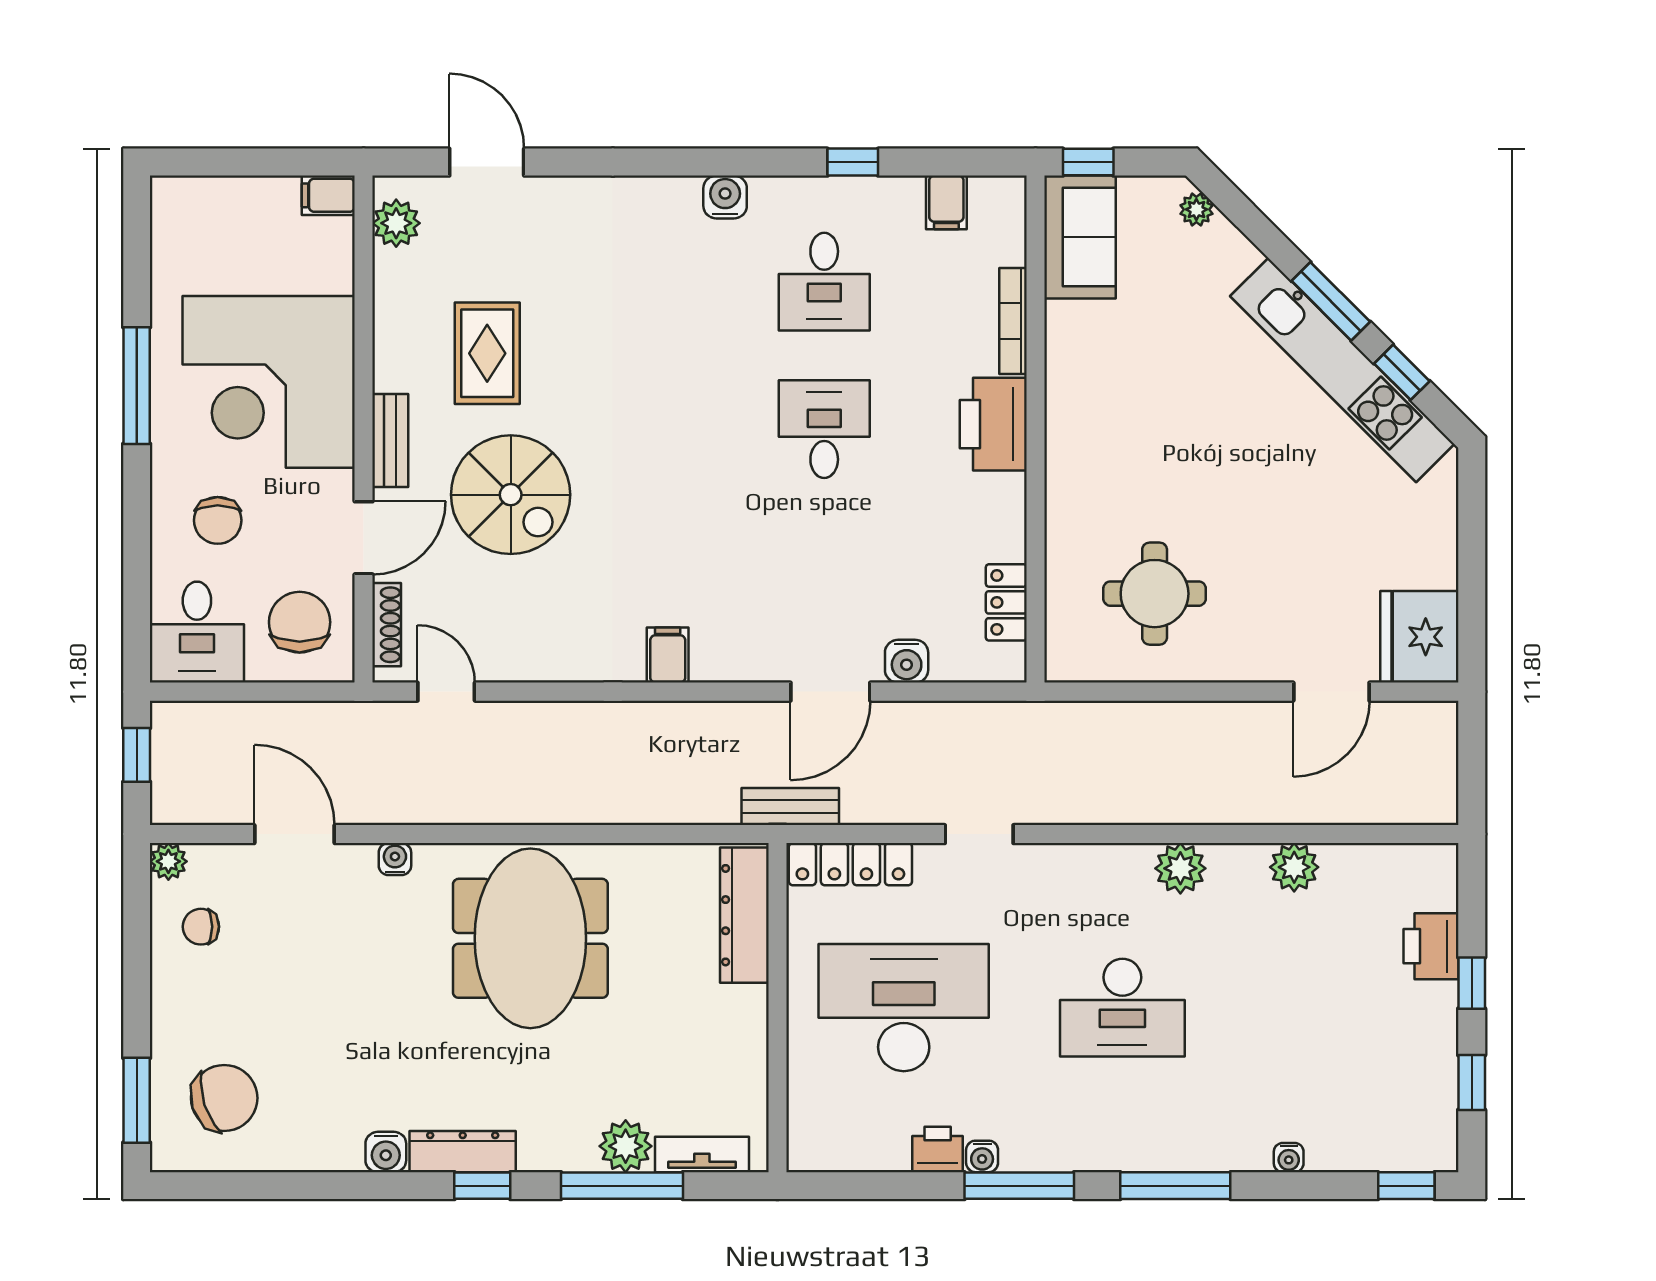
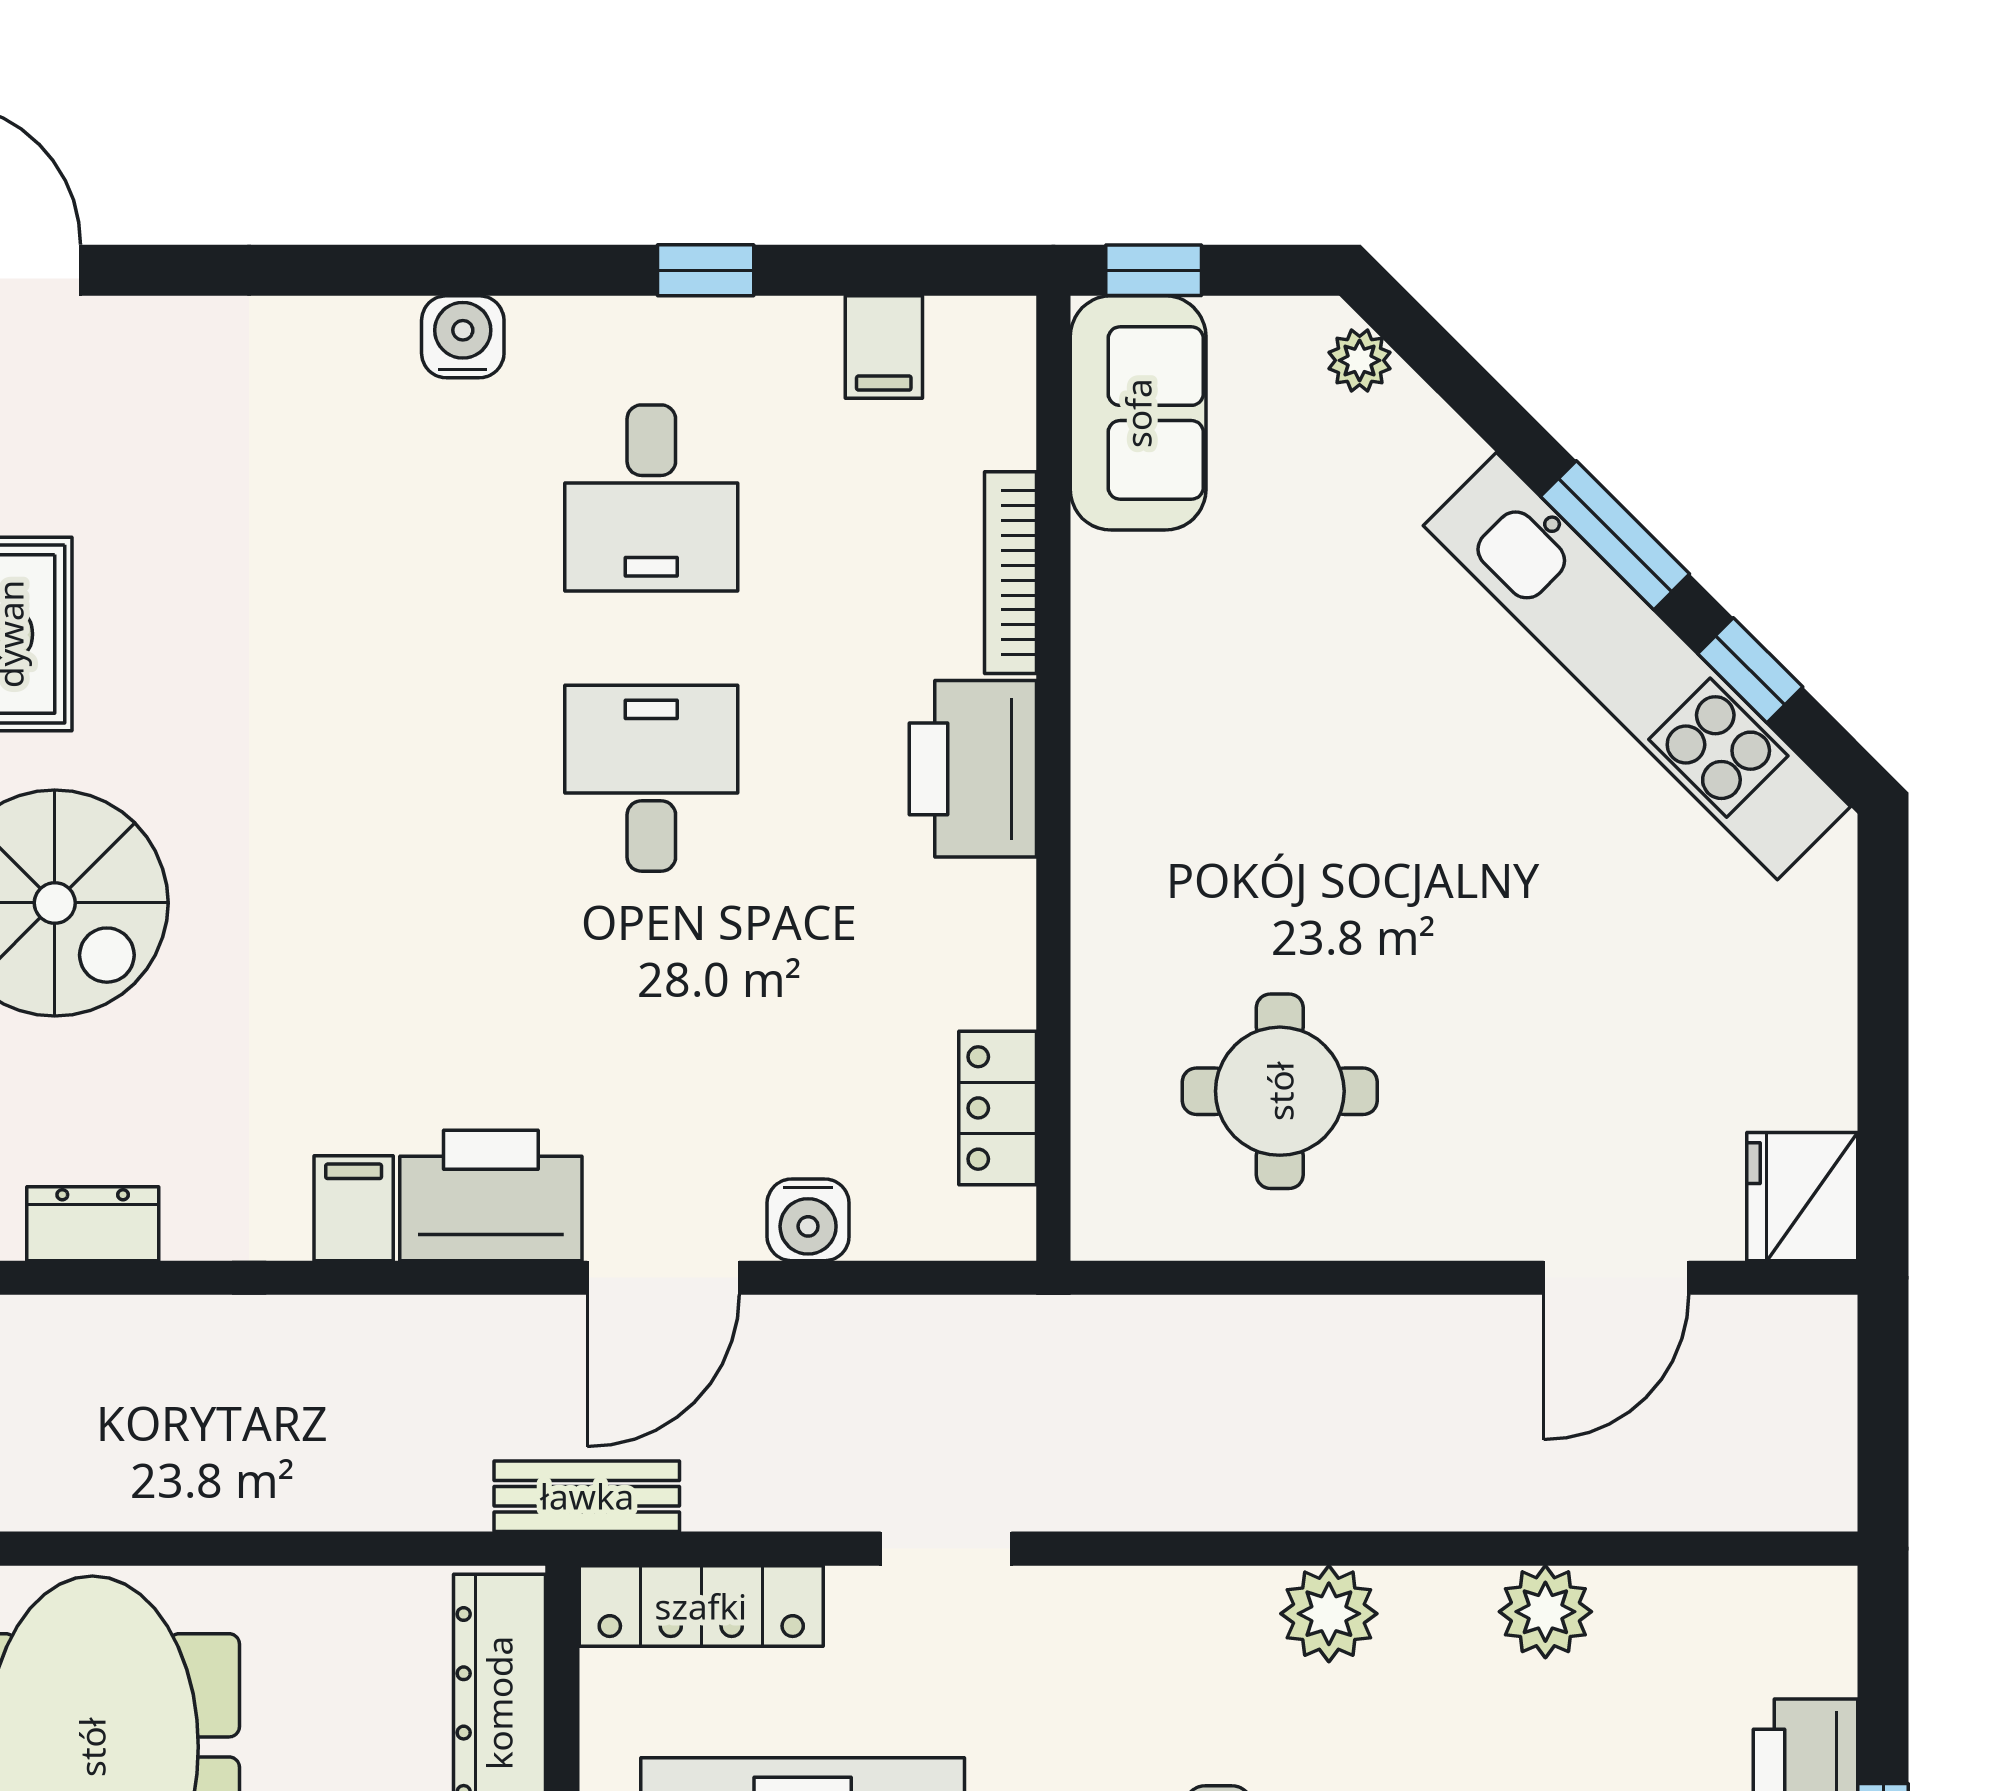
fridge: (1419, 637) -> (1802, 1197), width x0.73, depth x0.75
printer: (740, 648) -> (491, 1195), added
dresser: (531, 663) -> (93, 1224), added

